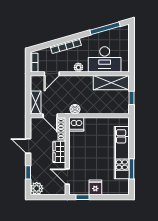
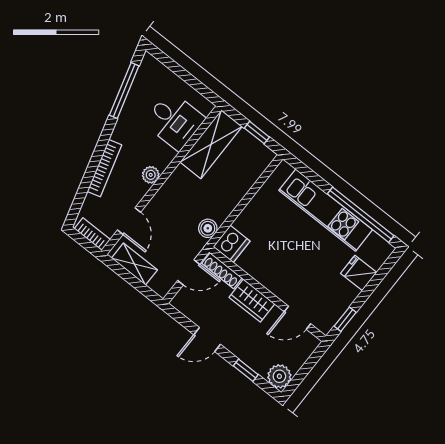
desk: (105, 59) -> (174, 121), width x0.73
shelving: (36, 102) -> (134, 264), moved
window: (132, 169) -> (361, 215), width x2.11
fridge: (95, 187) -> (359, 273), moved

